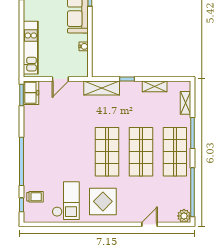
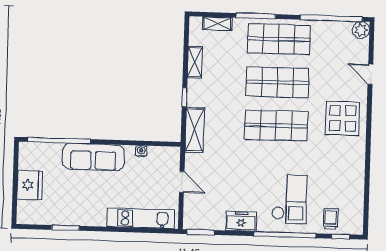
freezer: (31, 93) -> (241, 221), moved
checkout: (66, 201) -> (289, 199), moved, turned 90
display table: (103, 201) -> (343, 118), moved

